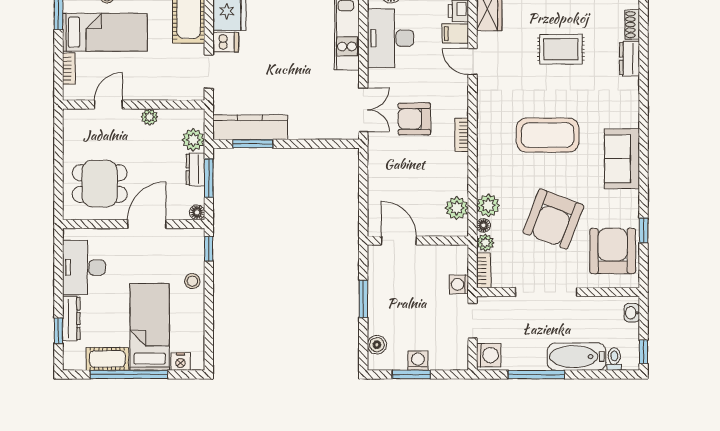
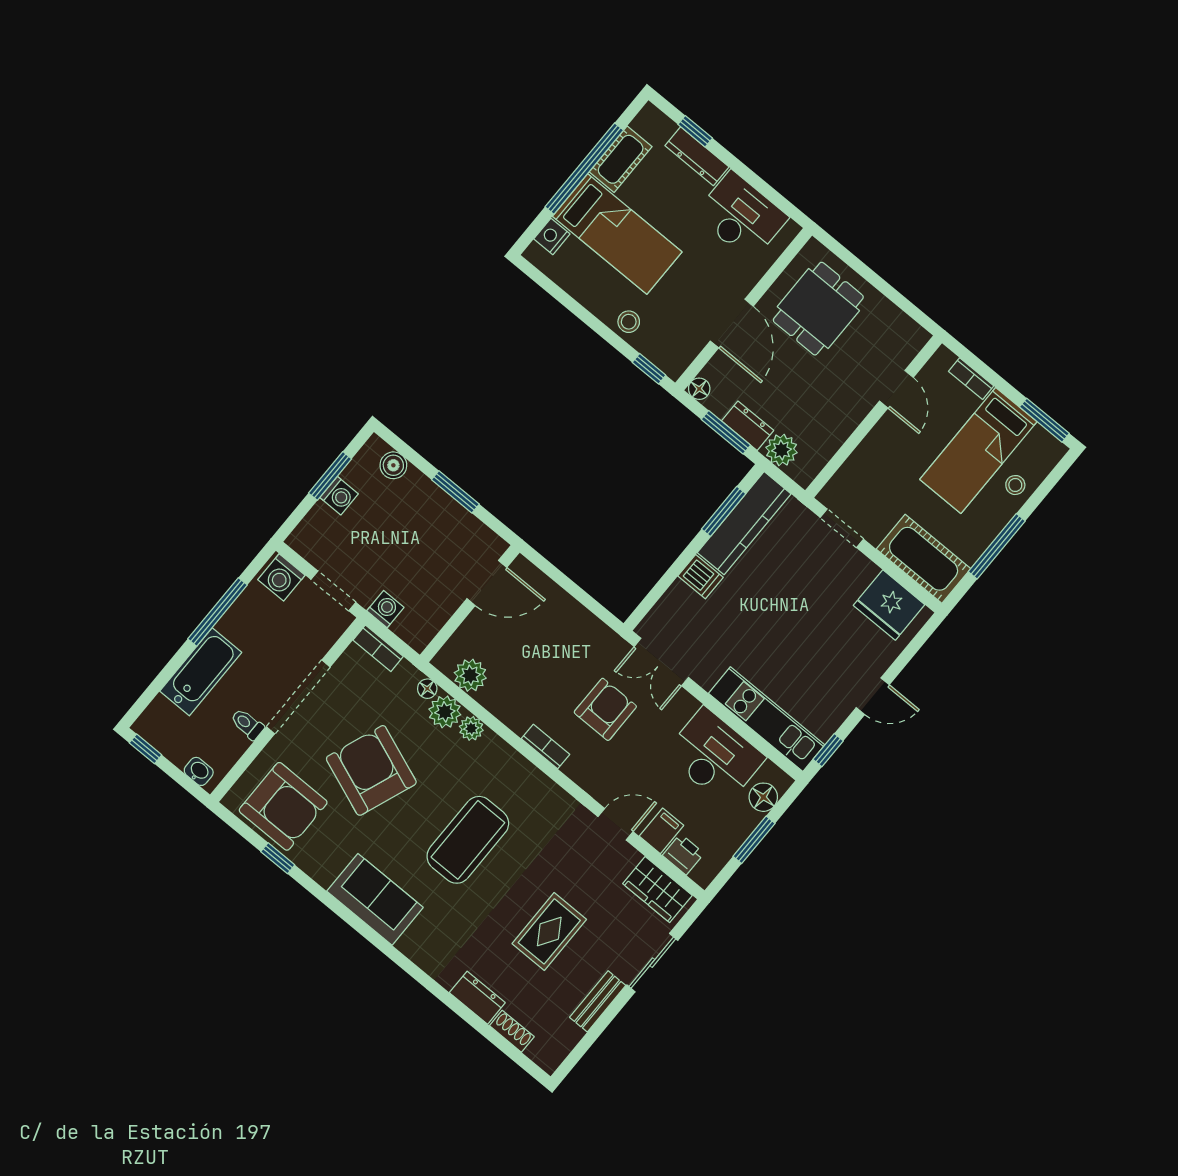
dishwasher: (226, 42) -> (700, 577), moved, turned -90
plant: (149, 117) -> (846, 423), removed
plant: (485, 243) -> (471, 728), moved
toilet: (614, 359) -> (247, 724), moved, turned 180

